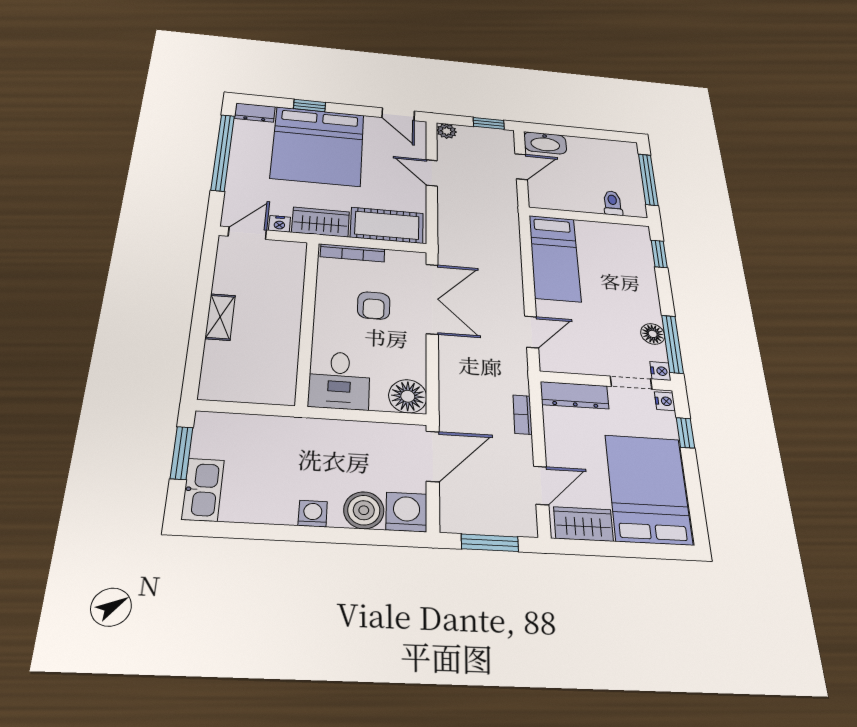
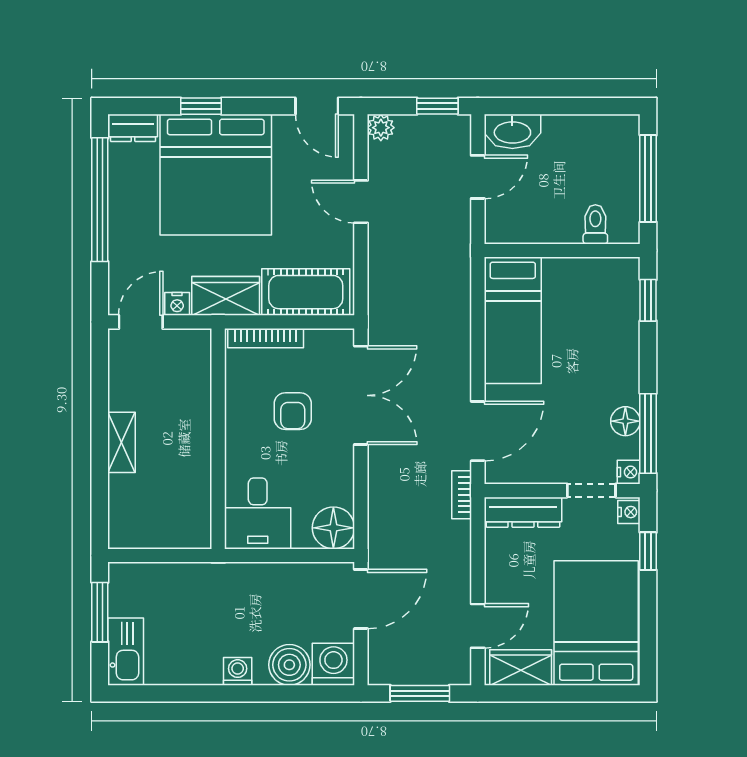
door: (532, 332) -> (478, 431), width x1.38
bookcase: (523, 415) -> (462, 495), moved

